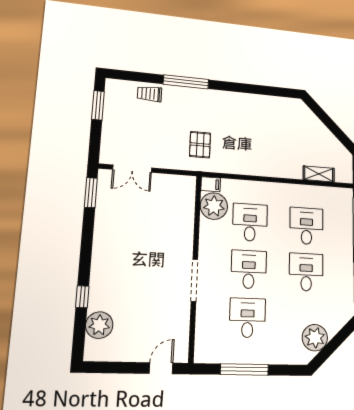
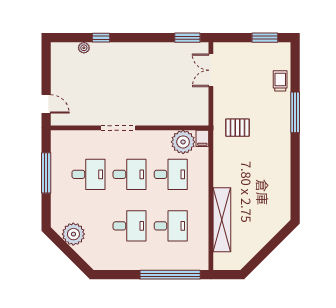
shelving: (319, 174) -> (222, 220), width x2.20, depth x1.33
plant: (99, 325) -> (84, 48), width x0.53, depth x0.53

